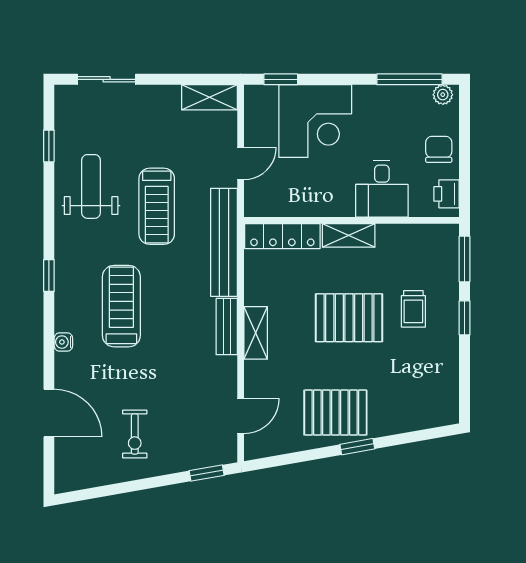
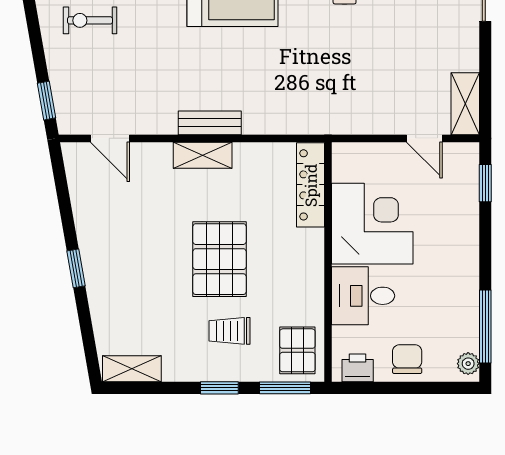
corner desk: (315, 121) -> (372, 224), moved, turned 180
chair: (439, 149) -> (407, 359), turned -90
door: (241, 164) -> (424, 138), moved
treadmill: (157, 206) -> (344, 45), removed
shelving: (349, 235) -> (132, 369), moved, turned 90
bench: (224, 242) -> (304, 120), removed
pallet: (335, 413) -> (297, 350), moved, width x0.67, depth x0.71

